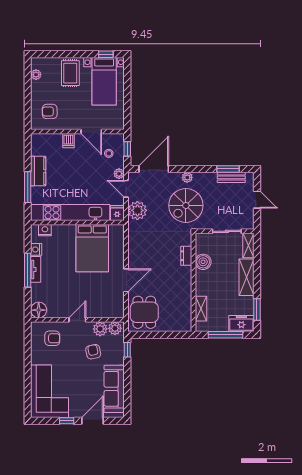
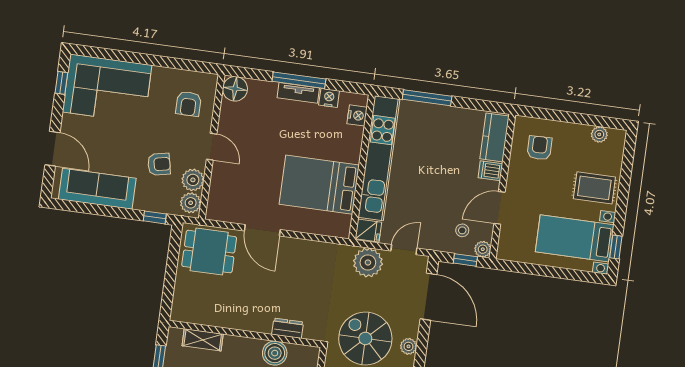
kitchen counter: (38, 171) -> (495, 137), moved, turned 90
plant: (119, 174) -> (483, 249), moved
window: (67, 421) -> (61, 83), moved

